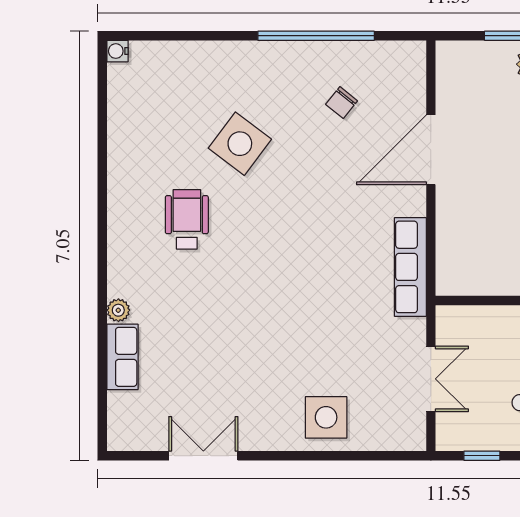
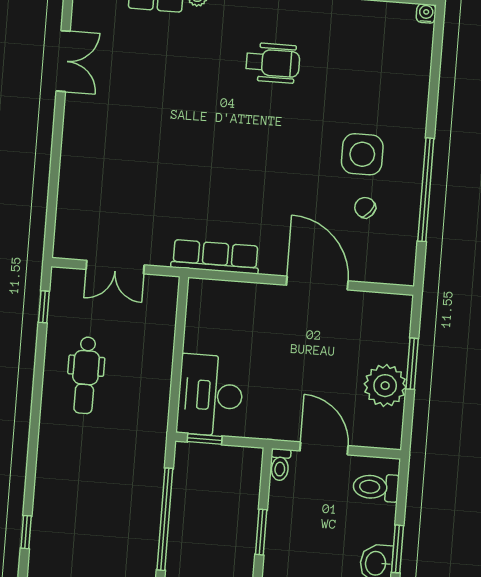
side table: (240, 144) -> (362, 154), moved, turned -37
side table: (326, 417) -> (88, 172), removed

